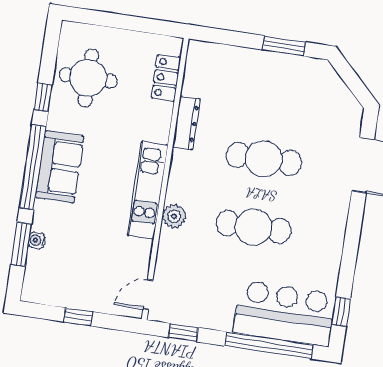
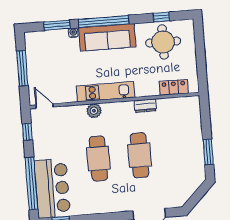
window: (43, 97) -> (161, 17), moved
dresser: (186, 123) -> (145, 106), width x0.70
sofa: (60, 167) -> (107, 37), width x1.36
water cooler: (37, 240) -> (73, 33), moved
window: (78, 317) -> (22, 68), width x2.17

